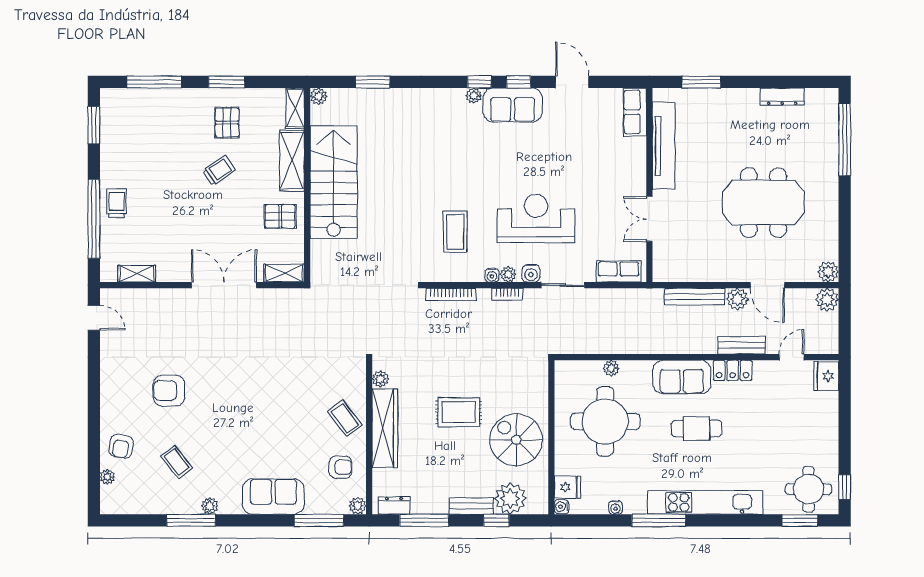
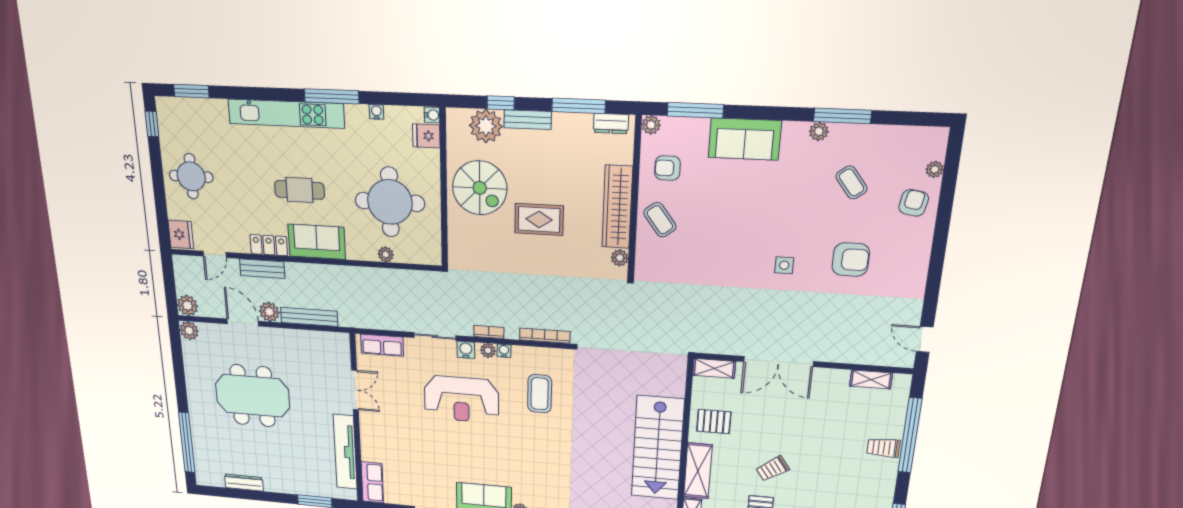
trolley: (117, 203) -> (883, 448), turned 90
side table: (228, 381) -> (784, 265), added
round table: (809, 489) -> (191, 176), moved

